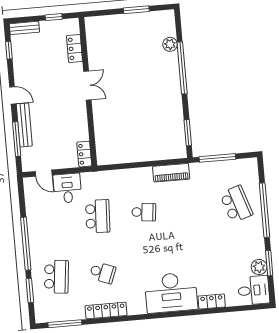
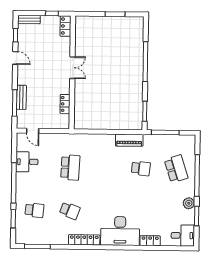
plant: (170, 44) -> (138, 43), removed
locker: (75, 49) -> (66, 26), moved
door: (13, 95) -> (15, 58), moved
bench: (24, 125) -> (21, 97), width x0.73
locker: (84, 154) -> (65, 104), moved
desk: (67, 188) -> (27, 162), moved, turned -90
school desk: (144, 212) -> (141, 168), moved
plant: (259, 267) -> (189, 203), moved
school desk: (56, 277) -> (34, 210), width x0.54
locker: (106, 311) -> (84, 240), moved

